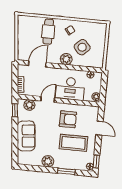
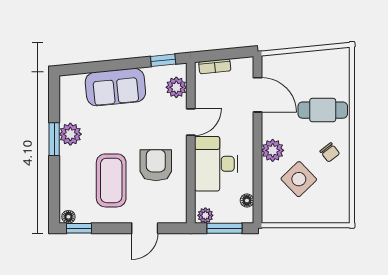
window: (103, 88) -> (224, 228), added
door: (48, 99) -> (191, 122), hinge flipped
armchair: (68, 119) -> (156, 165), turned 180
window: (66, 171) -> (54, 139), moved

